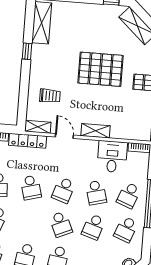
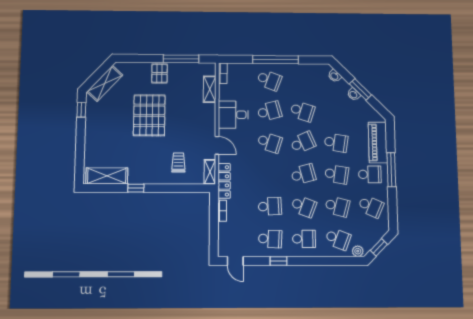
shelving: (95, 131) -> (210, 89), moved
door: (64, 136) -> (217, 145), swing flipped
desk: (112, 157) -> (233, 115), moved
school desk: (31, 188) -> (303, 174), moved
school desk: (126, 229) -> (302, 80), removed

